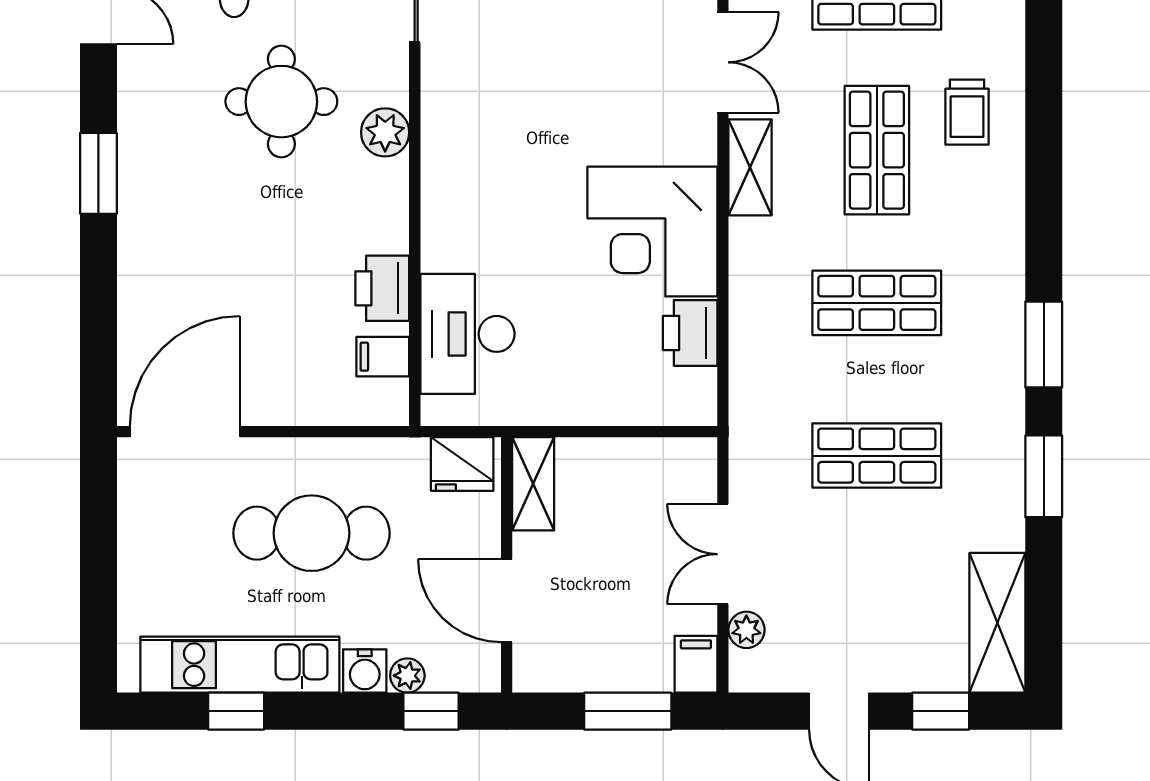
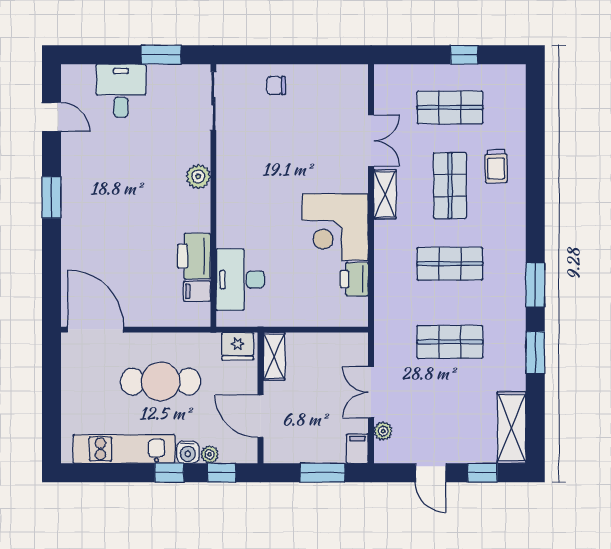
round table: (281, 102) -> (145, 161), removed
printer: (382, 288) -> (194, 256), width x1.37, depth x1.19
door: (185, 432) -> (96, 330), hinge flipped
window: (236, 711) -> (169, 473), moved

